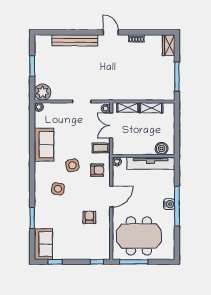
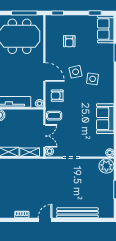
door: (111, 32) -> (45, 220), swing flipped
side table: (72, 165) -> (76, 72), moved
door: (111, 196) -> (44, 72), swing flipped
armchair: (89, 217) -> (69, 41), moved

